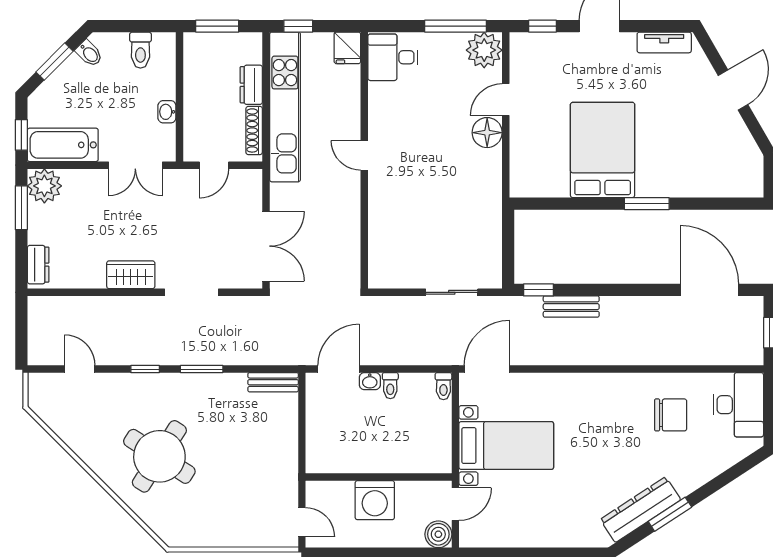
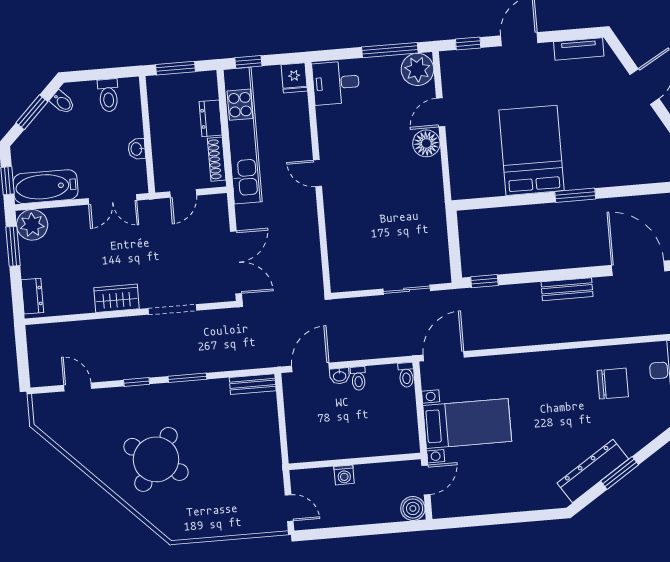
bench: (571, 307) -> (567, 289), moved
washing machine: (375, 500) -> (344, 475), width x0.53, depth x0.53

